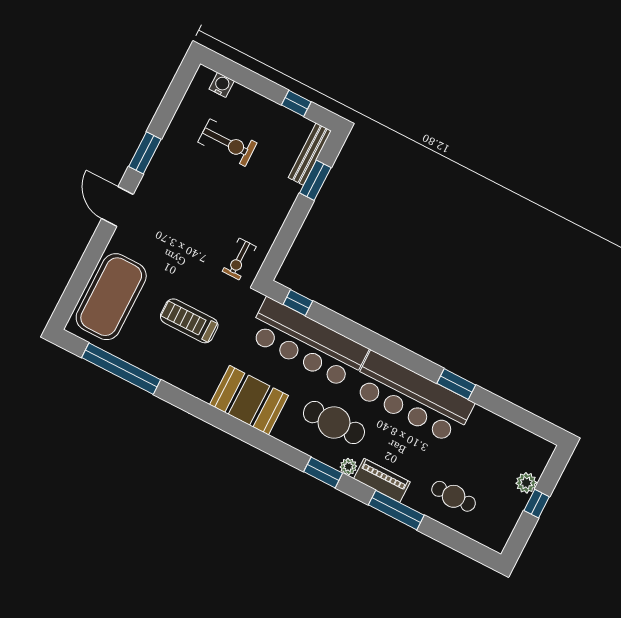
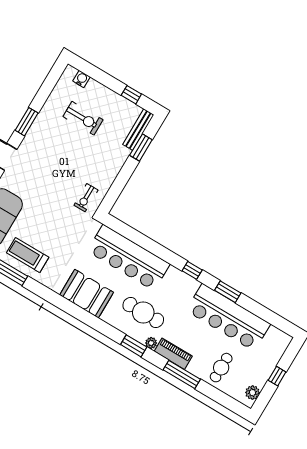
window: (298, 303) -> (192, 270), moved
treadmill: (189, 321) -> (28, 255), moved
bar counter: (412, 398) -> (228, 317), moved
plant: (526, 483) -> (252, 393), moved
cafe table: (454, 496) -> (221, 368), turned 90

